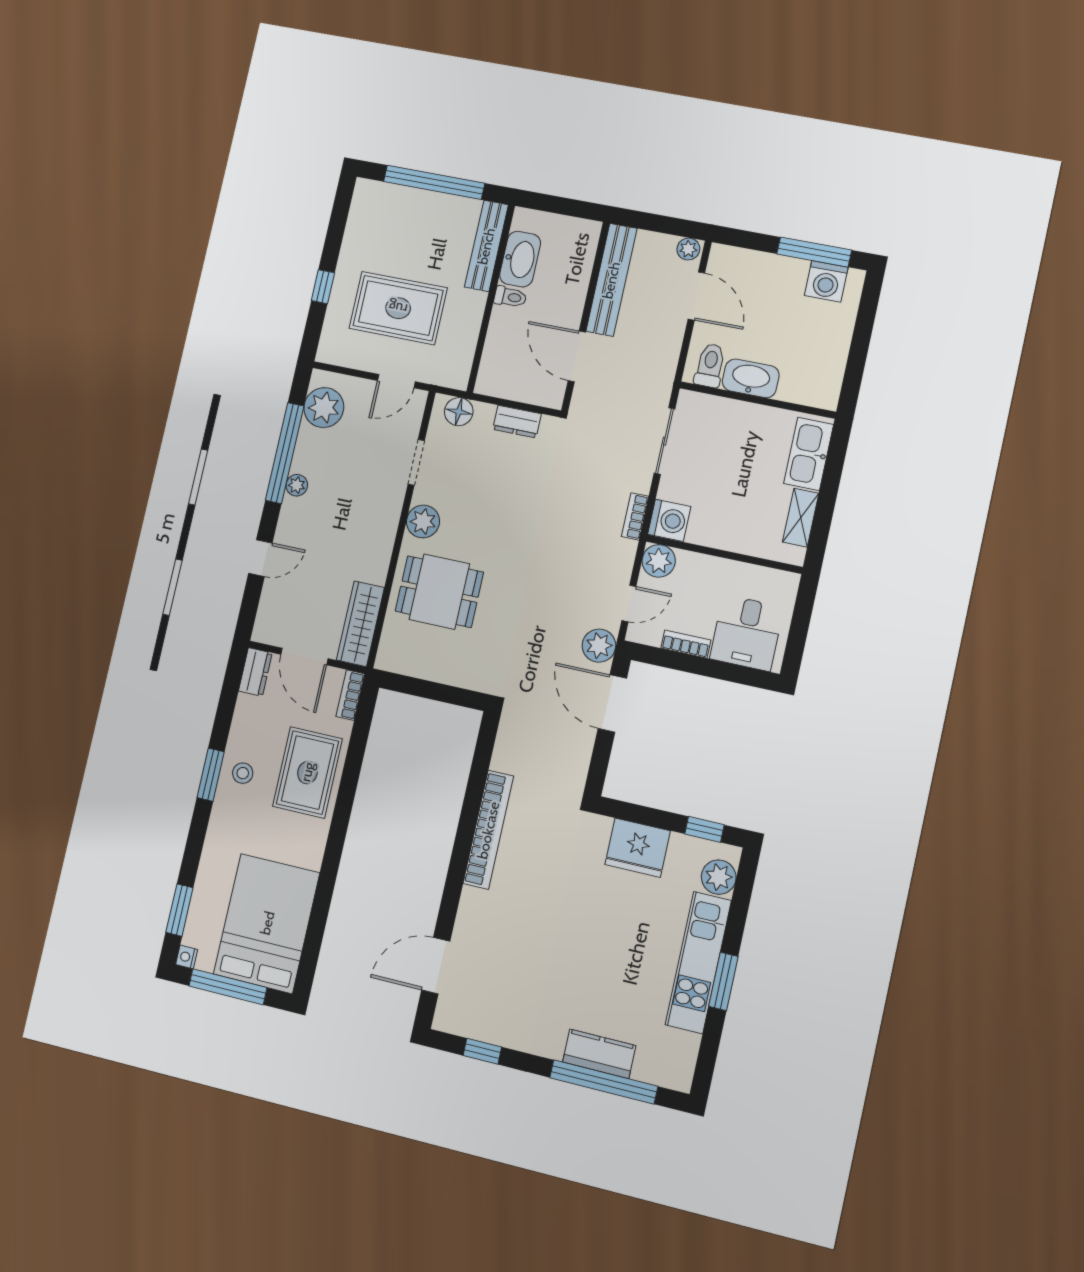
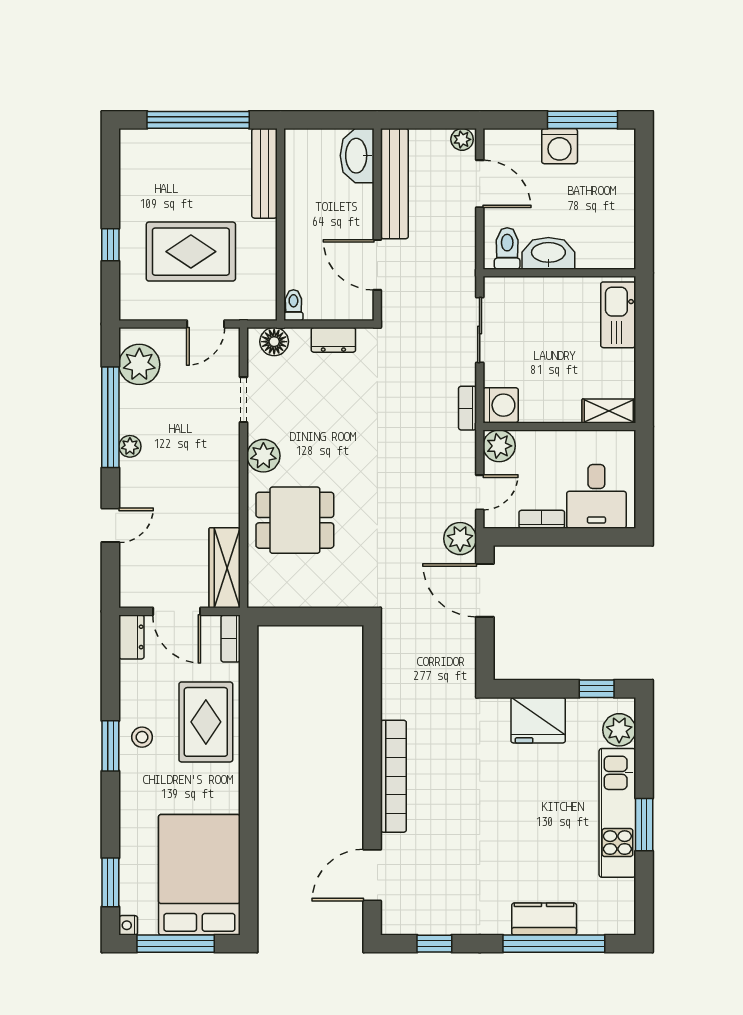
washbasin: (520, 259) -> (357, 156), moved, turned 180
washing machine: (826, 281) -> (560, 146), moved
toilet: (510, 297) -> (293, 305), moved, turned -90
shelving: (801, 518) -> (609, 411), moved, turned 90
bookcase: (488, 830) -> (393, 776), moved

